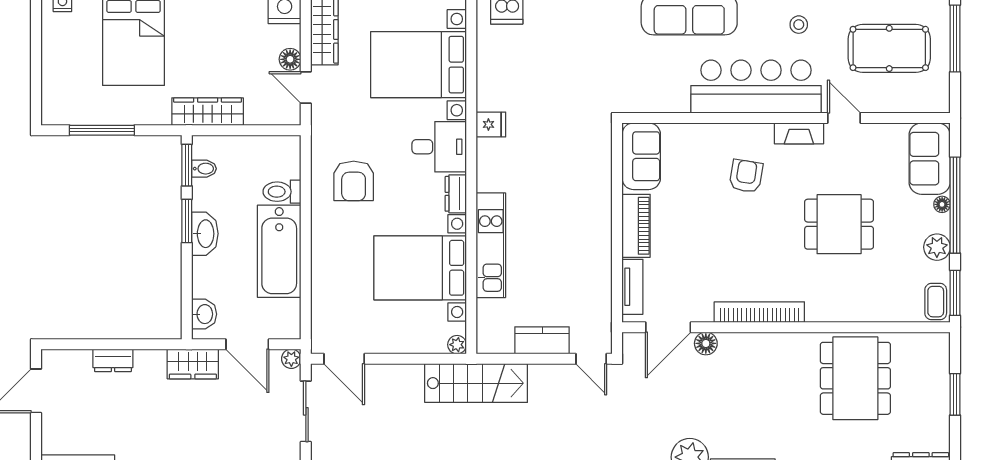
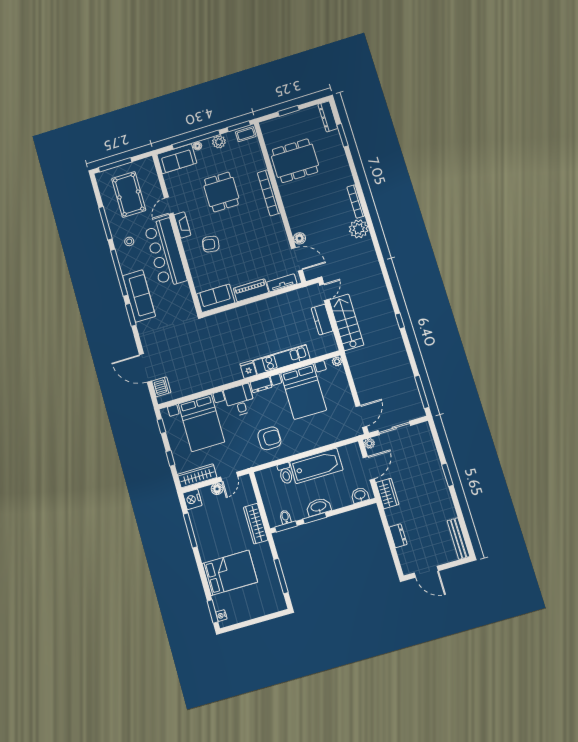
fridge: (491, 124) -> (248, 369), moved
bookcase: (759, 312) -> (269, 193), moved
stairs: (476, 383) -> (346, 322), moved

